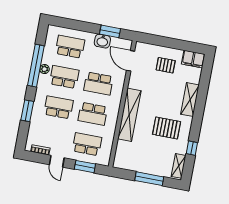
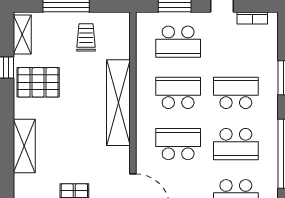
plant: (44, 69) -> (270, 151), removed
school desk: (59, 107) -> (236, 93), turned 180
pallet: (167, 128) -> (38, 82), moved
trolley: (141, 157) -> (86, 37), added

